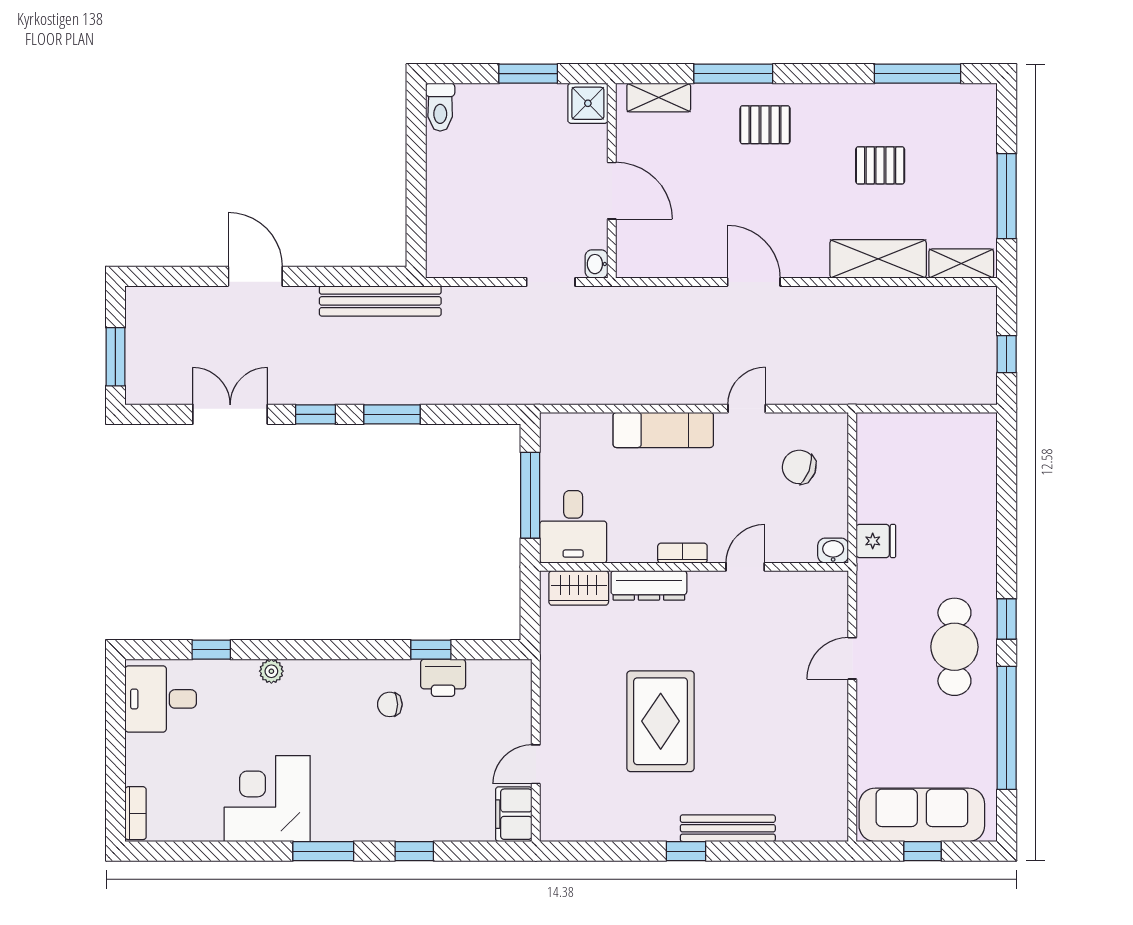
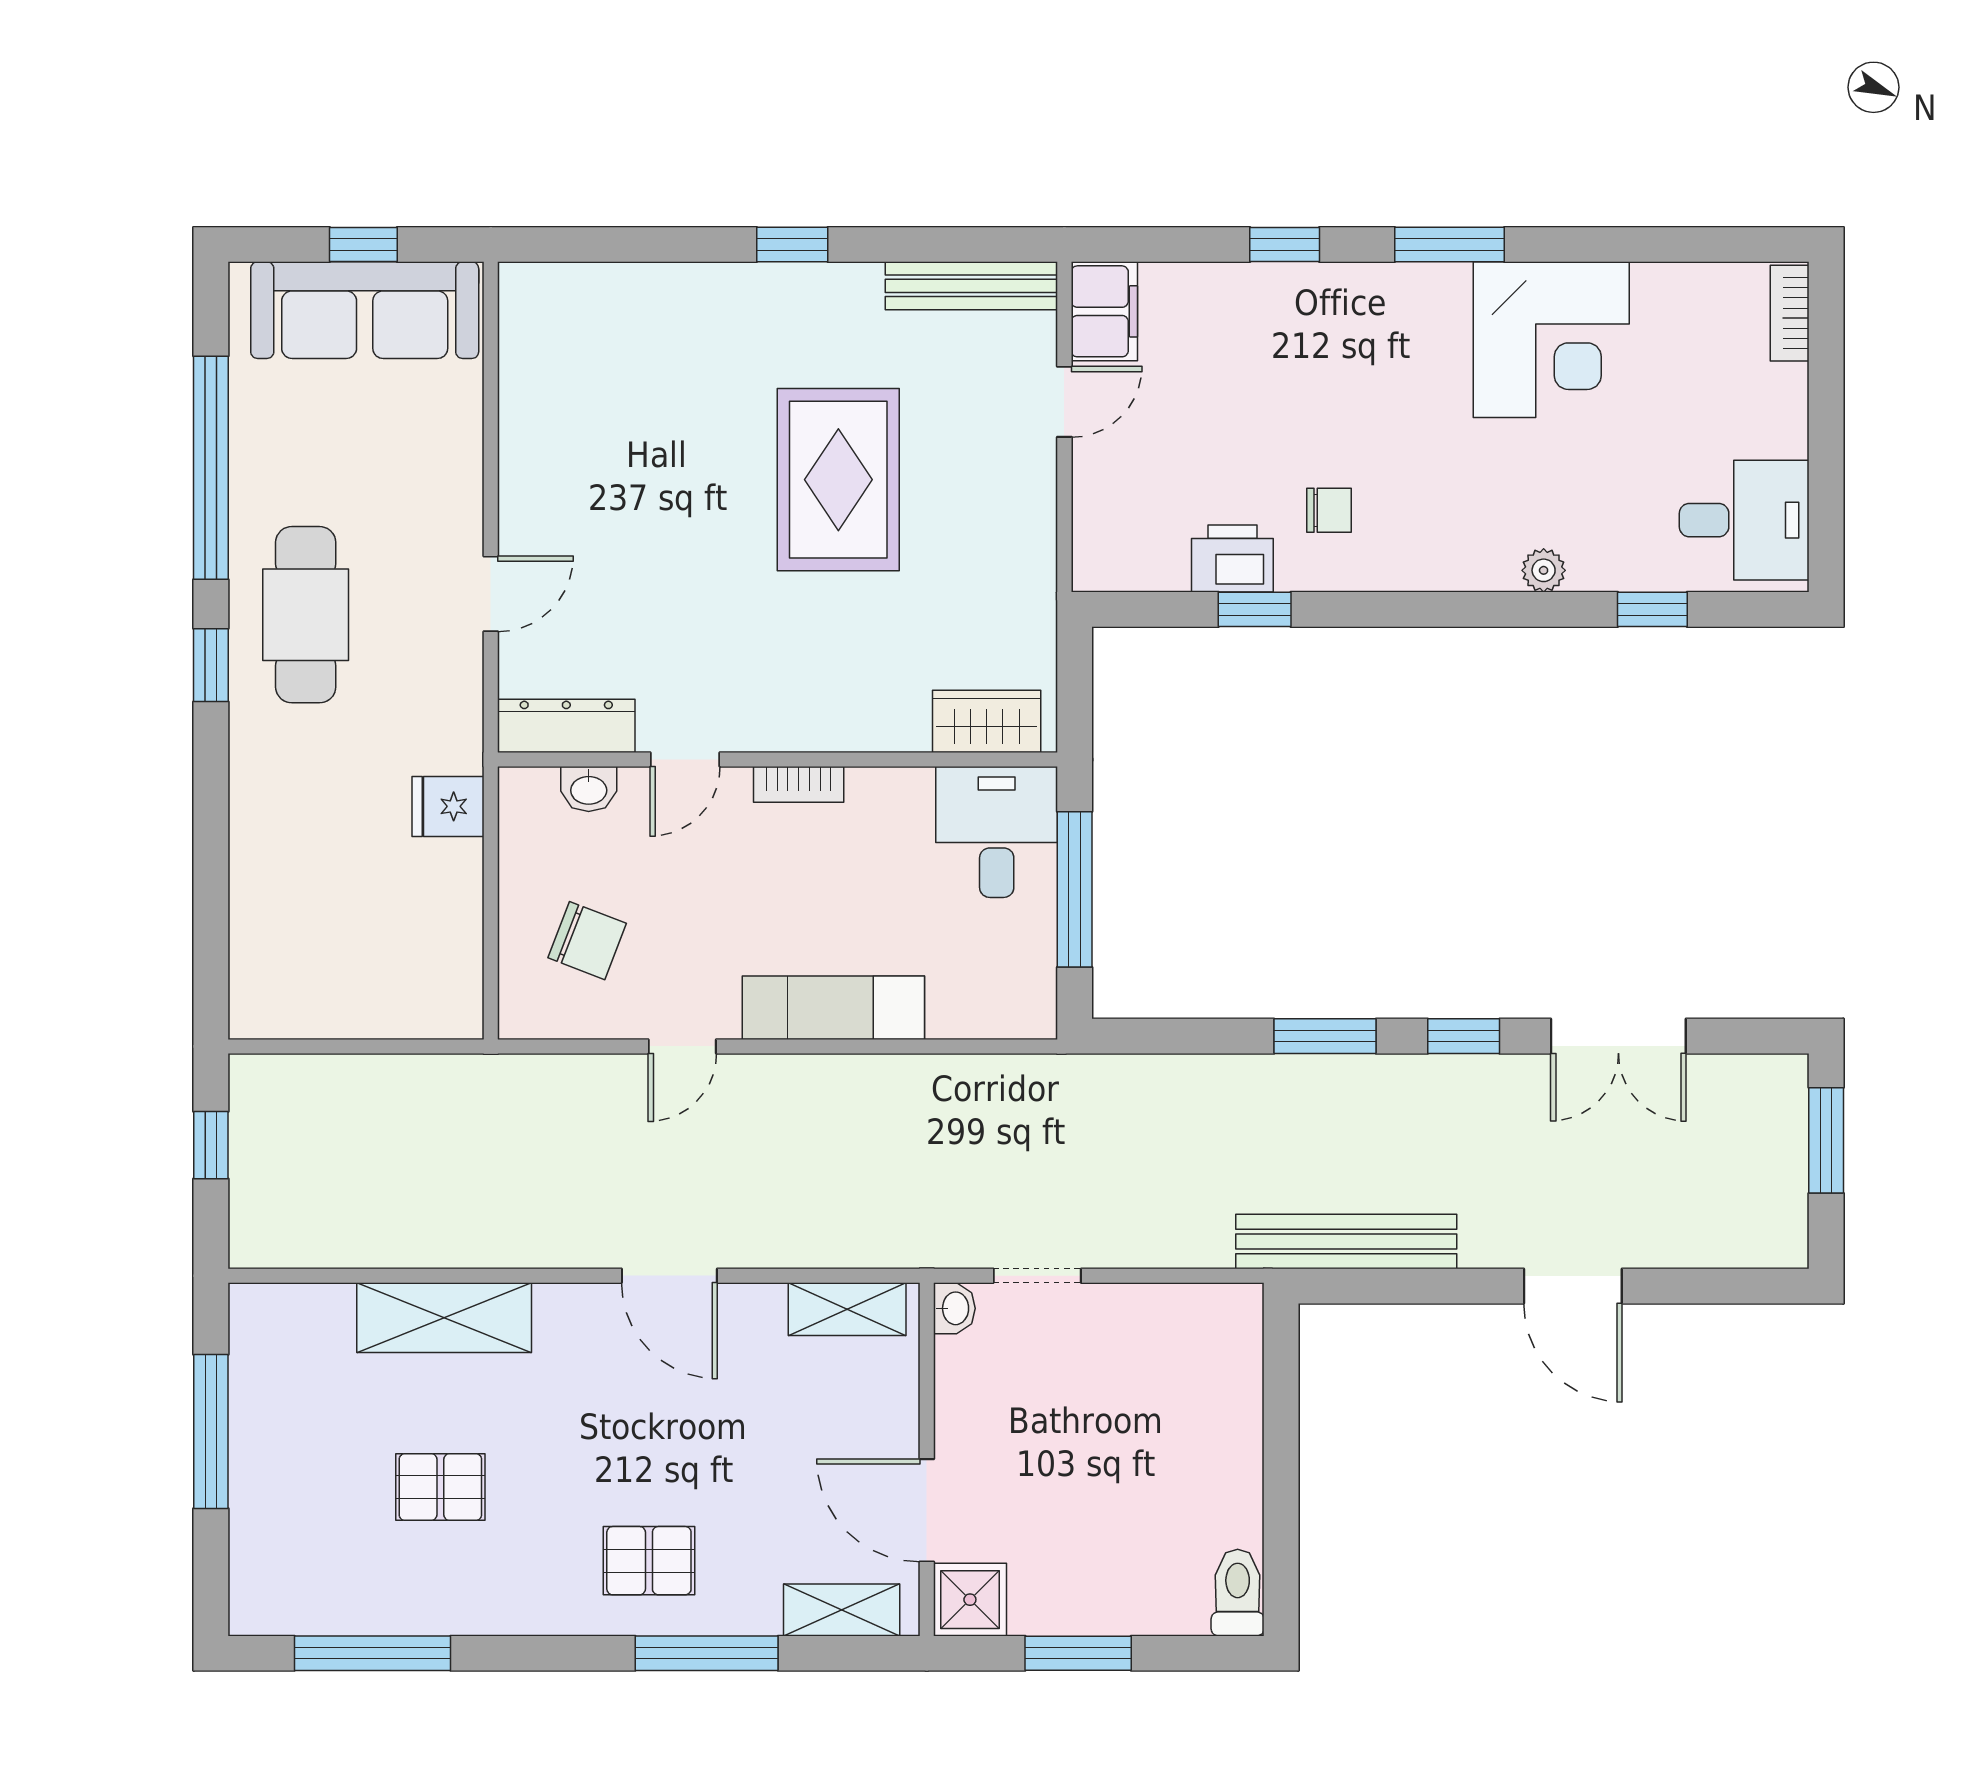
door: (612, 191) -> (927, 1510), moved
shelving: (961, 264) -> (847, 1309), moved
washbasin: (833, 551) -> (589, 789), moved
dresser: (649, 585) -> (566, 726), moved
bench: (728, 828) -> (971, 286), moved

